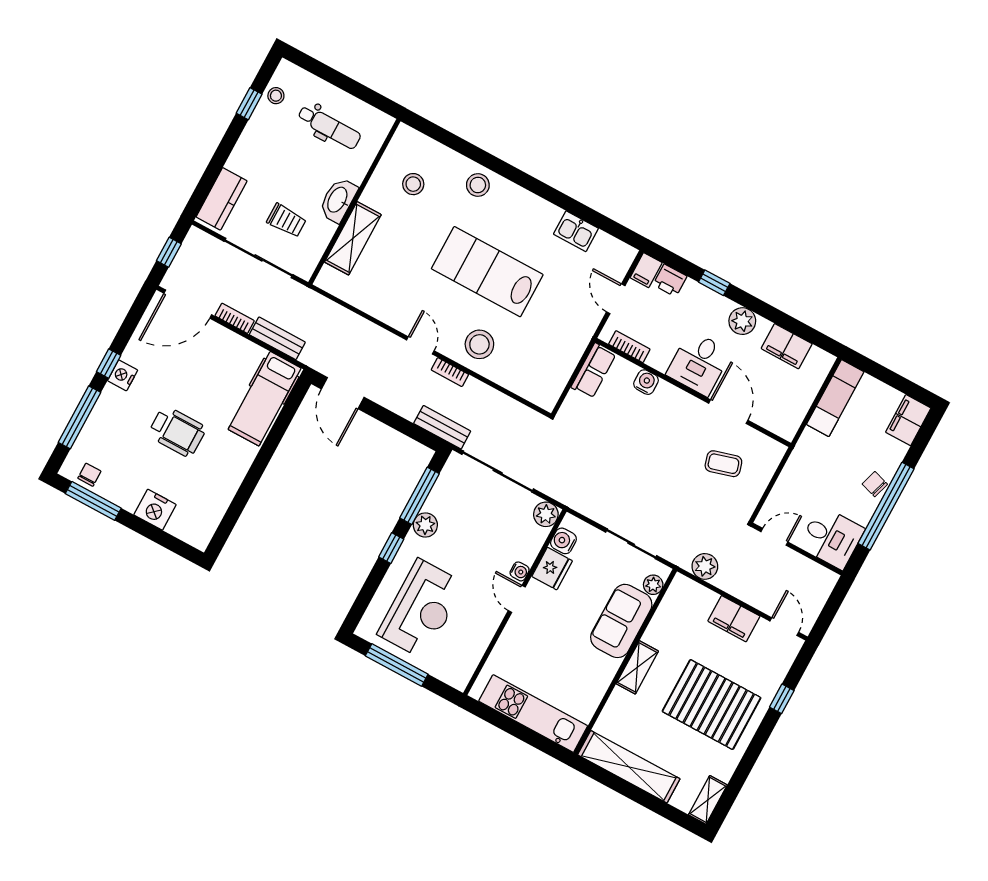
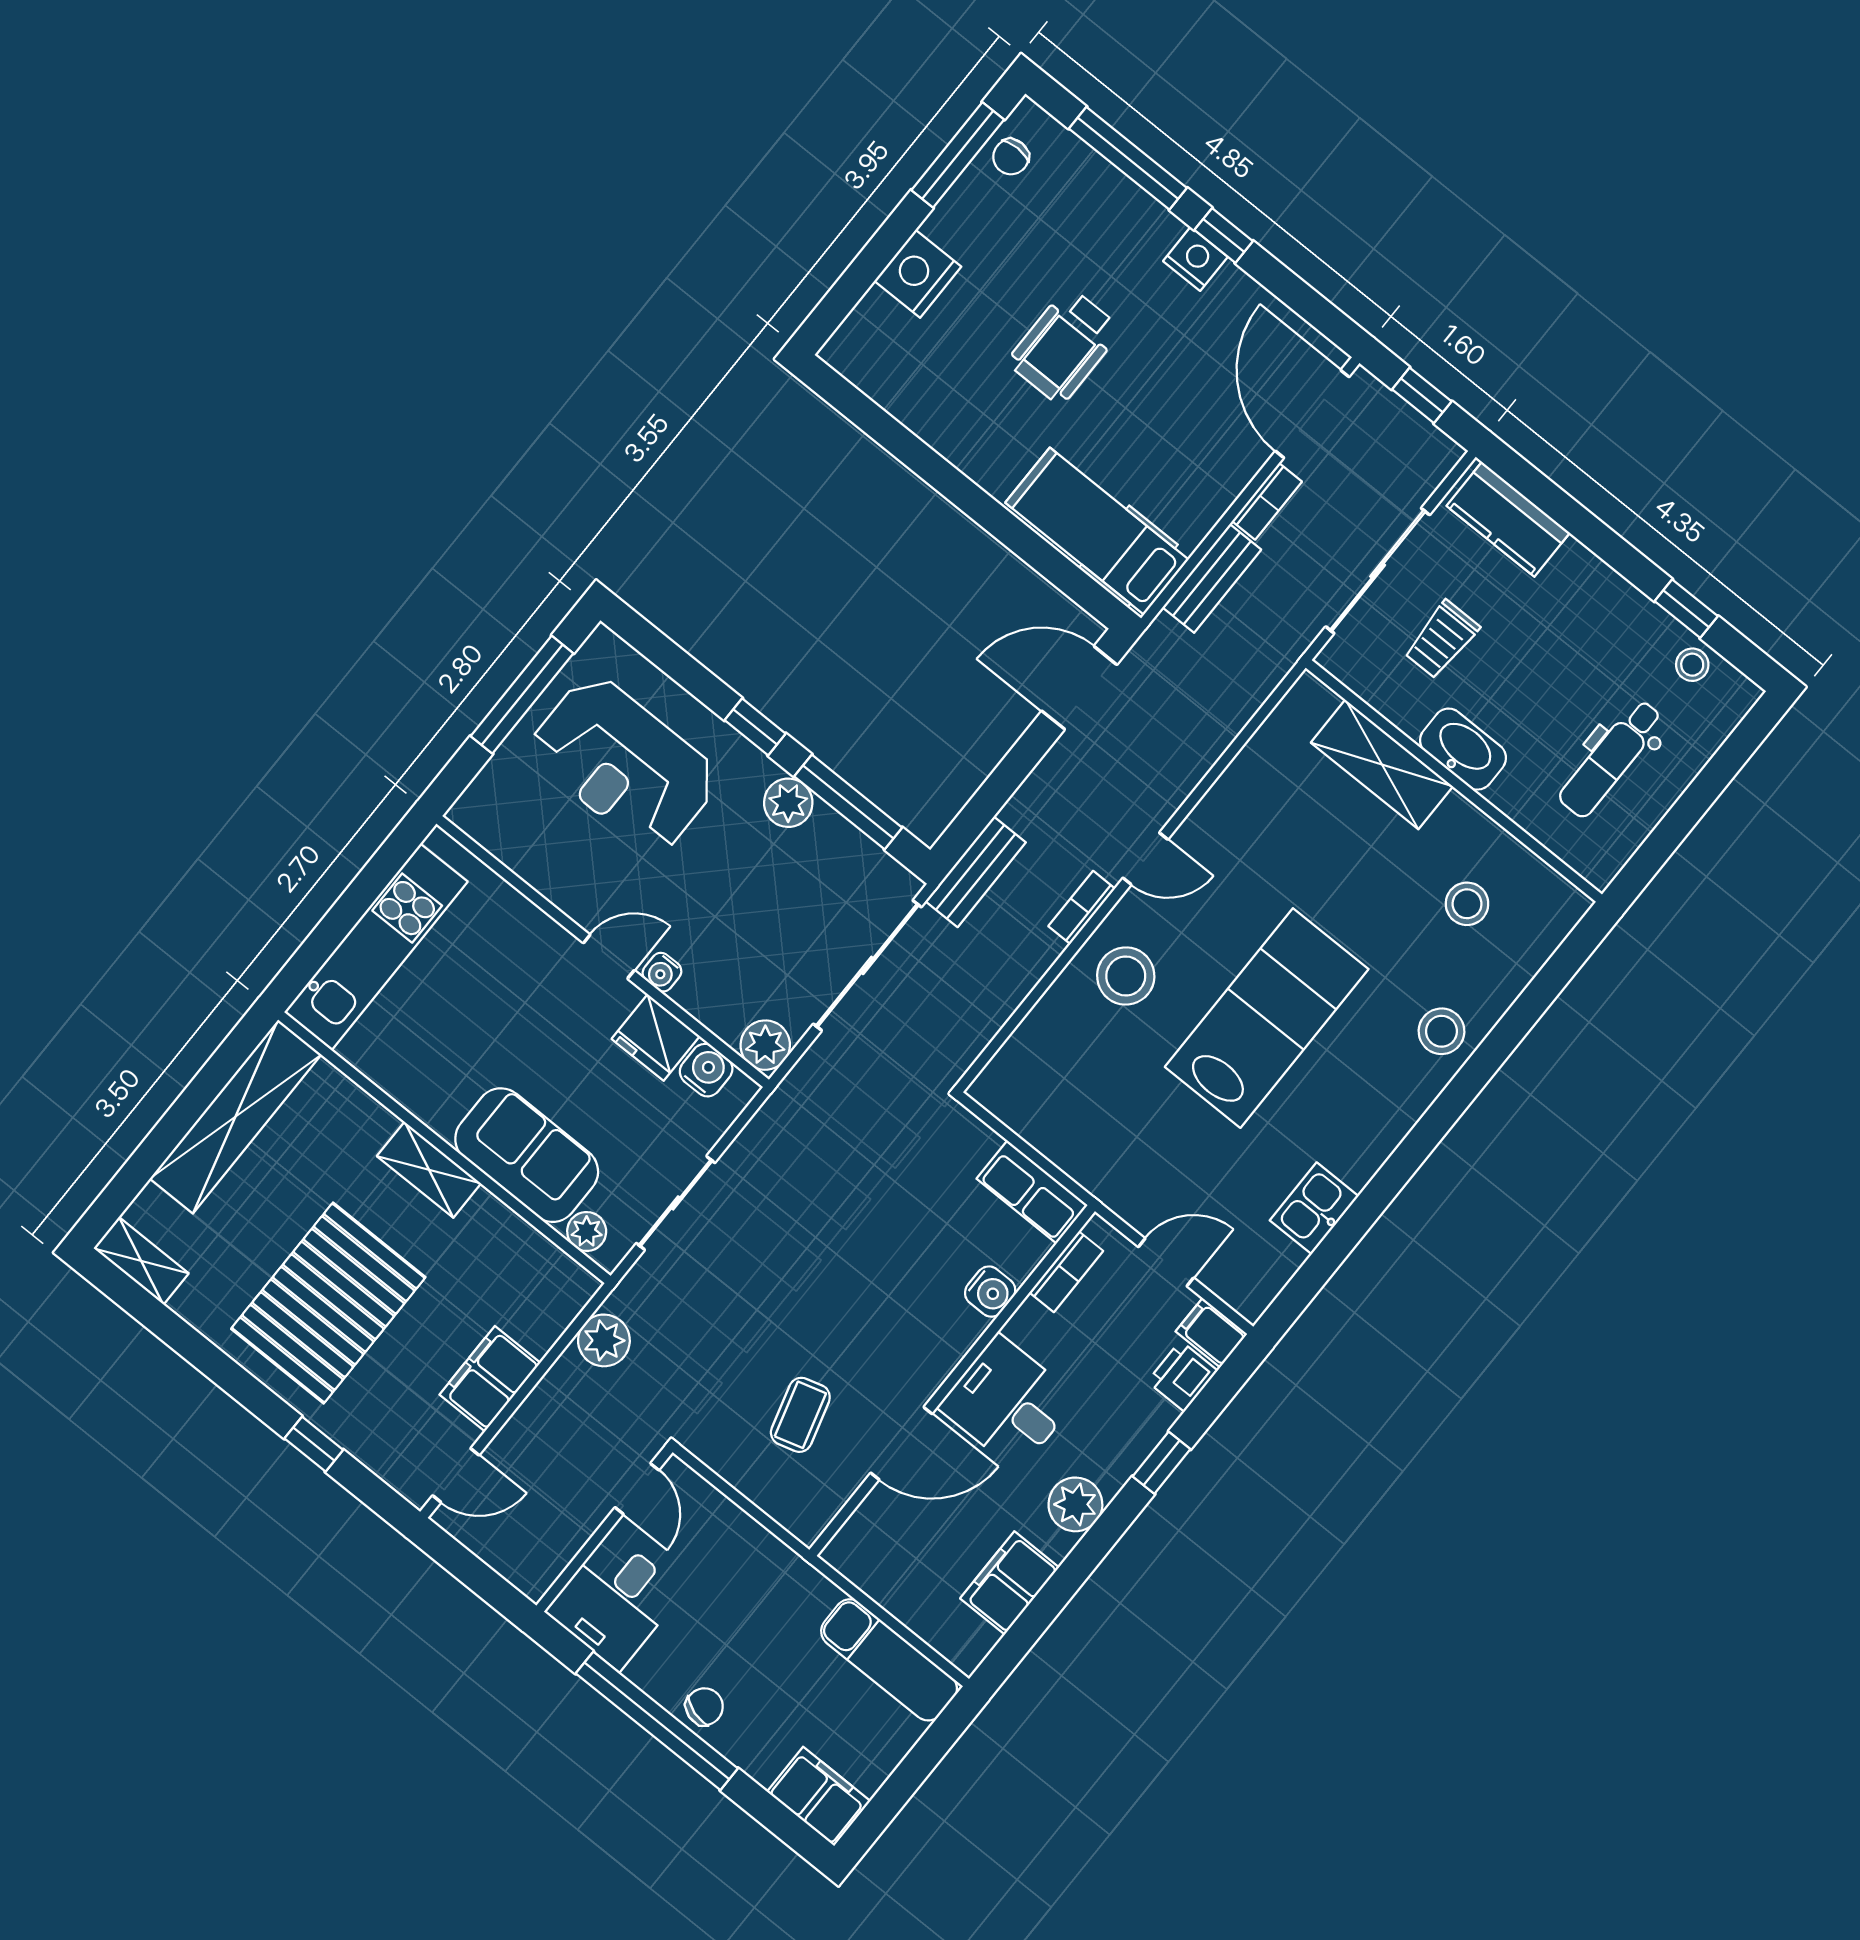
chair: (89, 475) -> (1011, 157), turned 90

